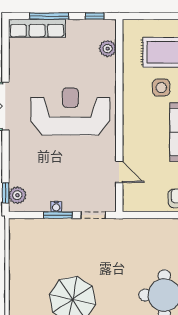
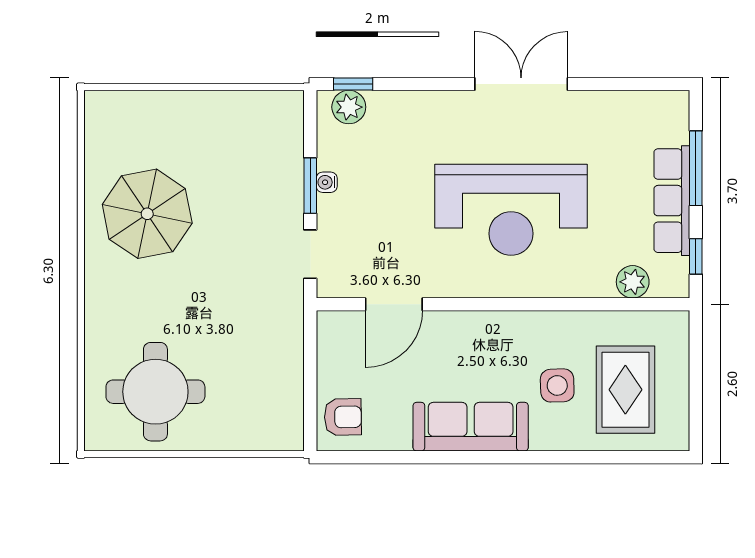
row of seats: (37, 28) -> (672, 201), moved
reception desk: (70, 111) -> (511, 210), turned 90
door: (119, 172) -> (394, 304), width x1.38

